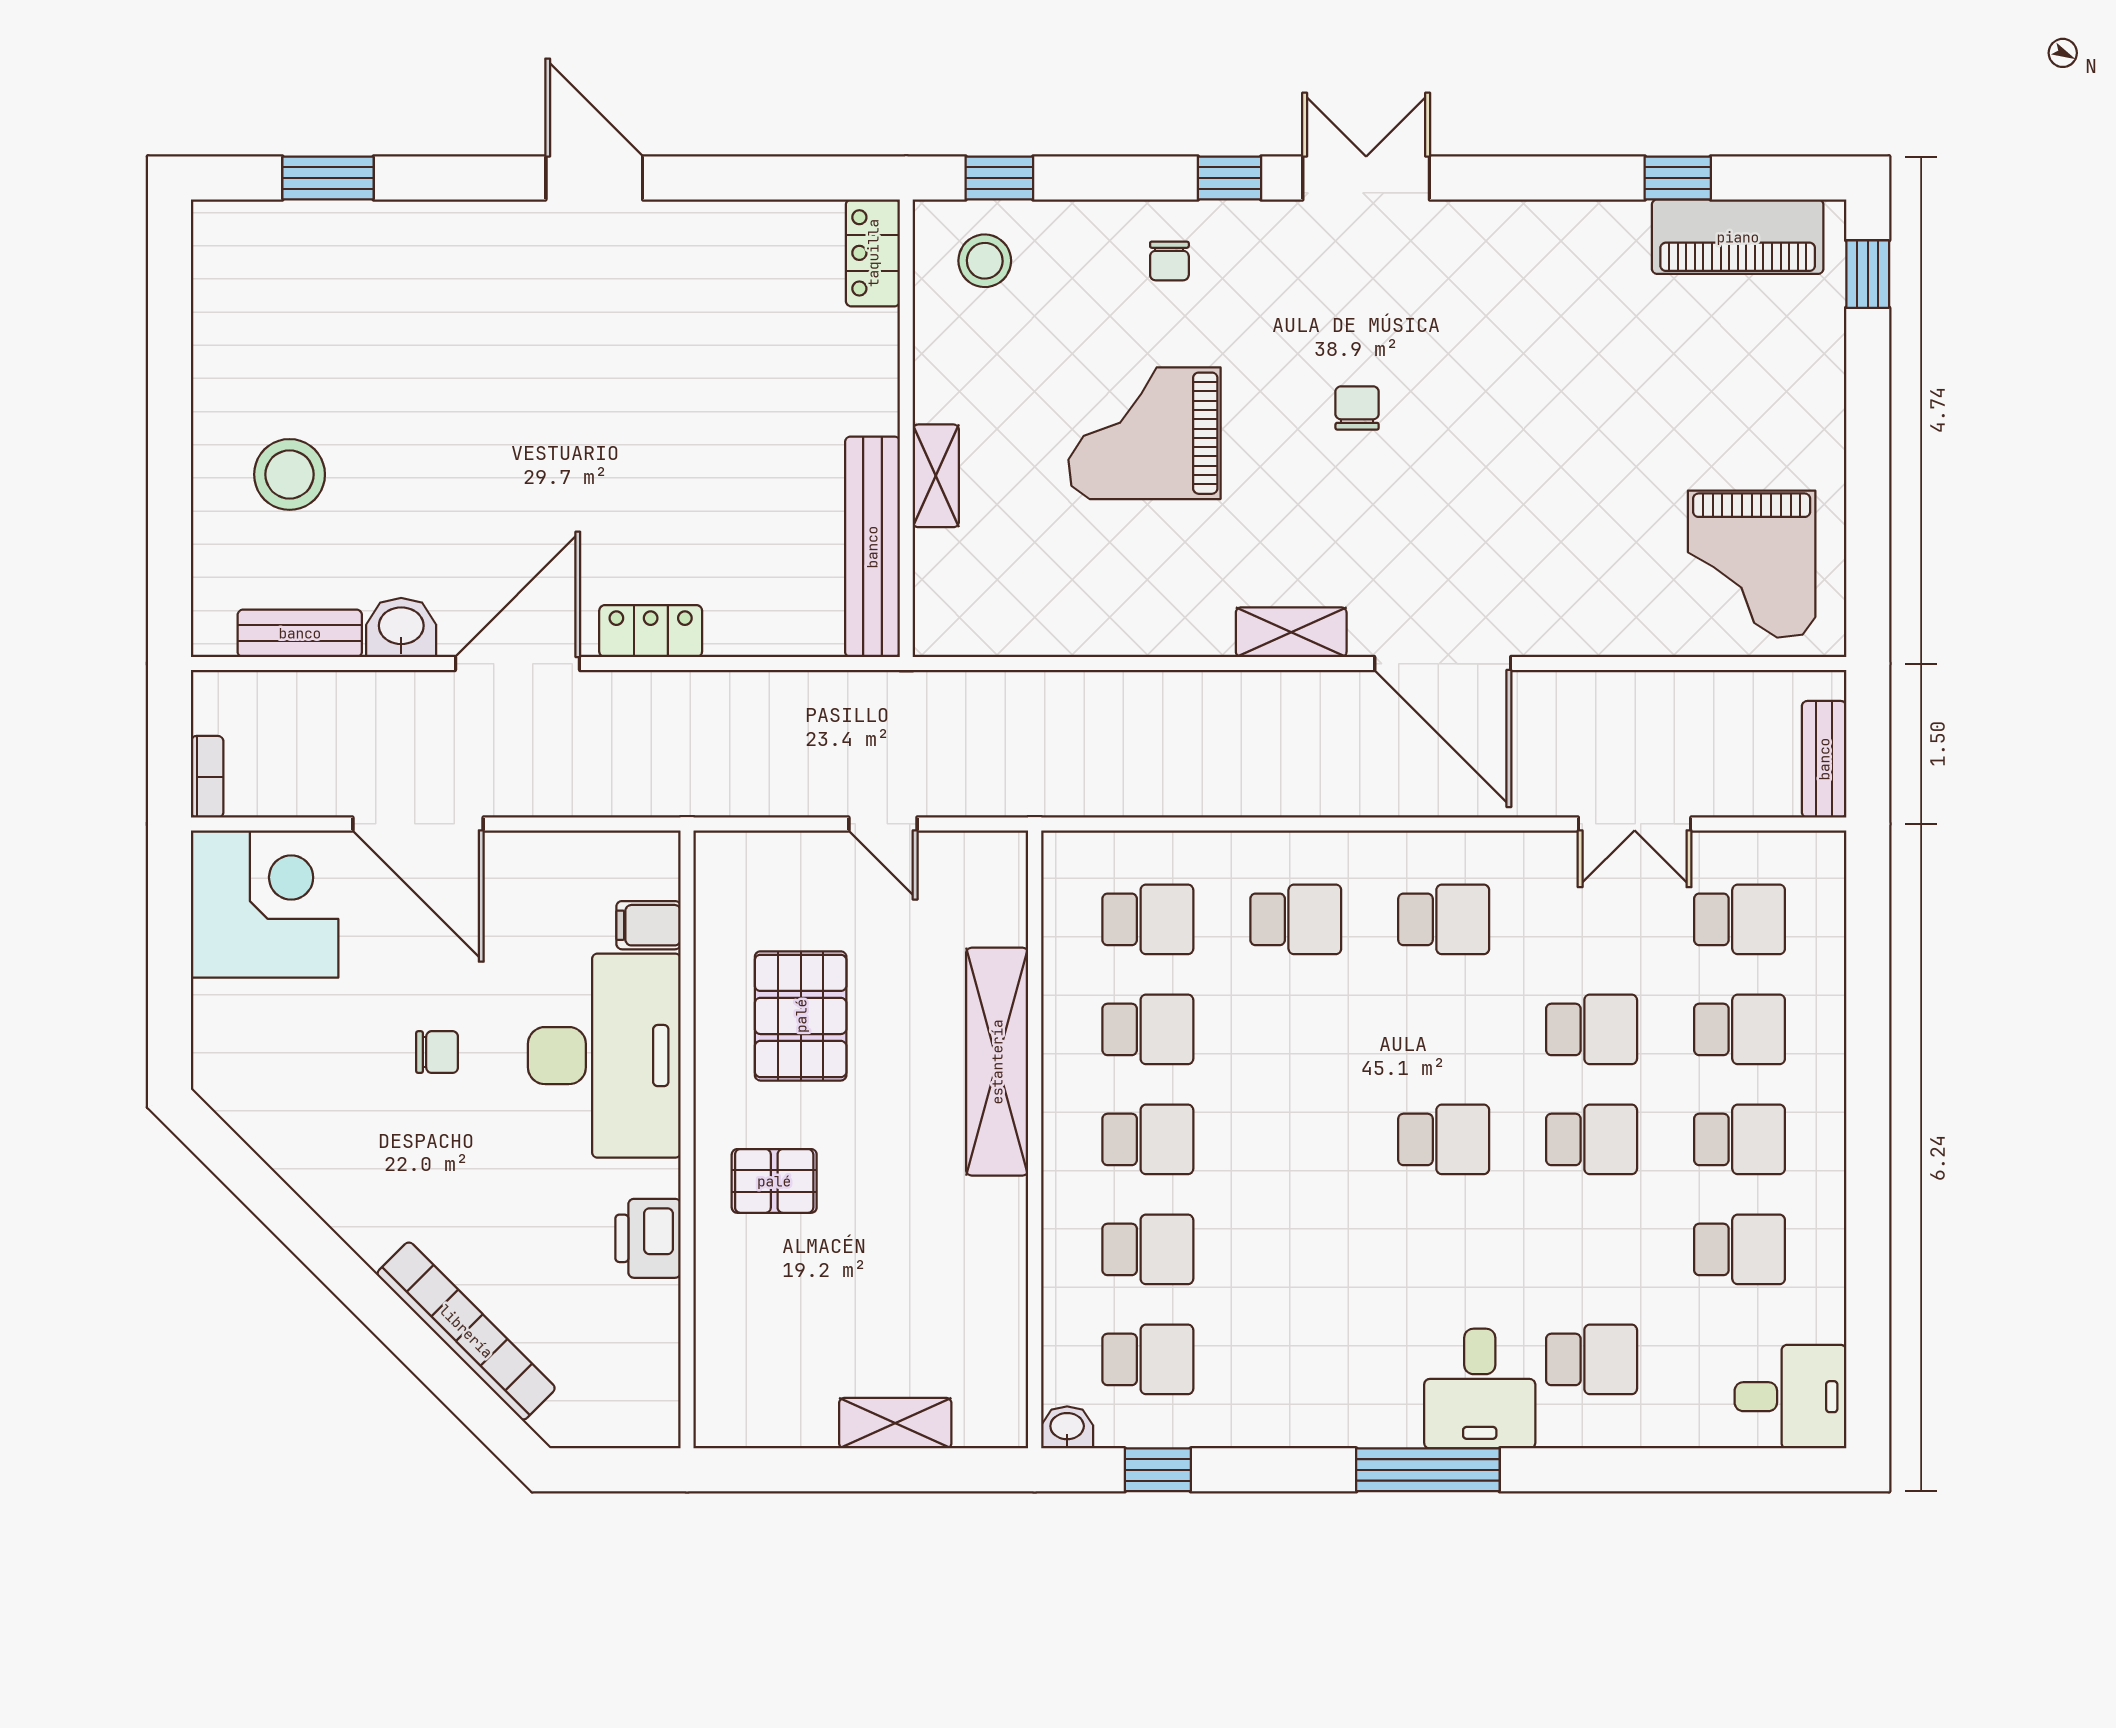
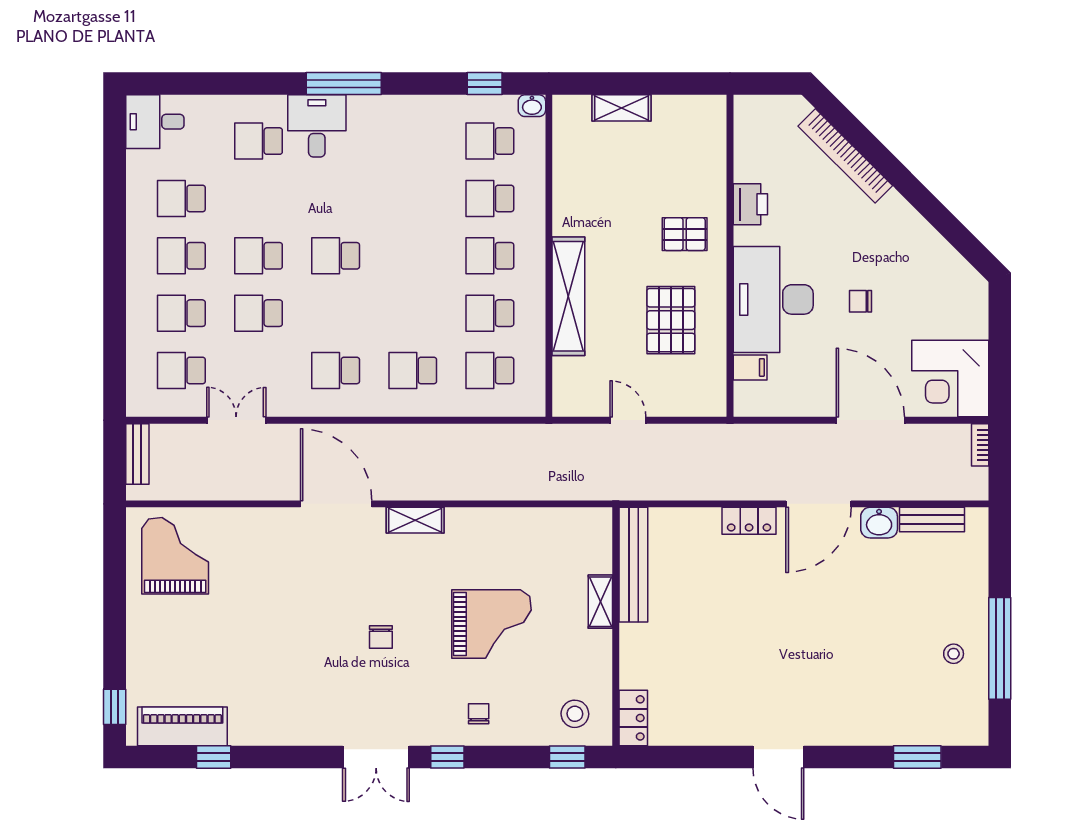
window: (169, 386) -> (1000, 648), added
stool: (290, 474) -> (954, 654), moved, width x0.53, depth x0.53

